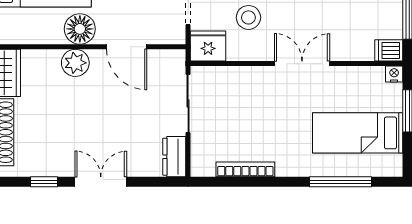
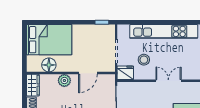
floor lamp: (80, 29) -> (49, 65), moved
door: (127, 47) -> (88, 73), hinge flipped

